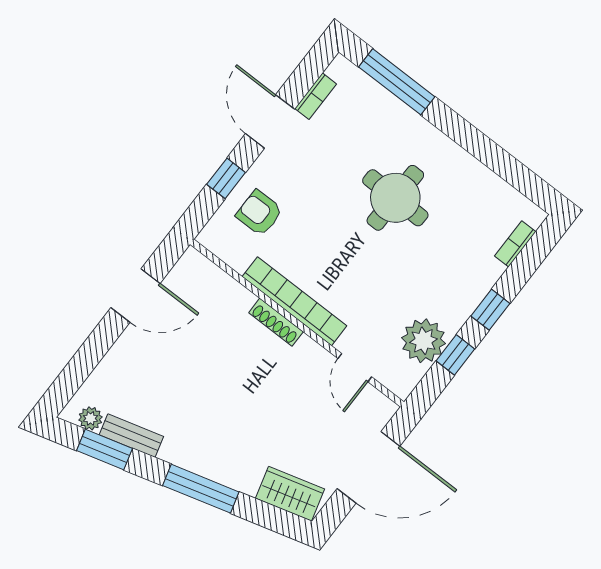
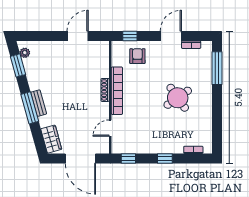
window: (226, 178) -> (130, 36), moved
round table: (395, 198) -> (178, 98), turned -36
door: (135, 295) -> (78, 36), swing flipped
plant: (423, 341) -> (137, 144), removed
window: (455, 355) -> (128, 159), moved
bench: (131, 436) -> (39, 103), moved

